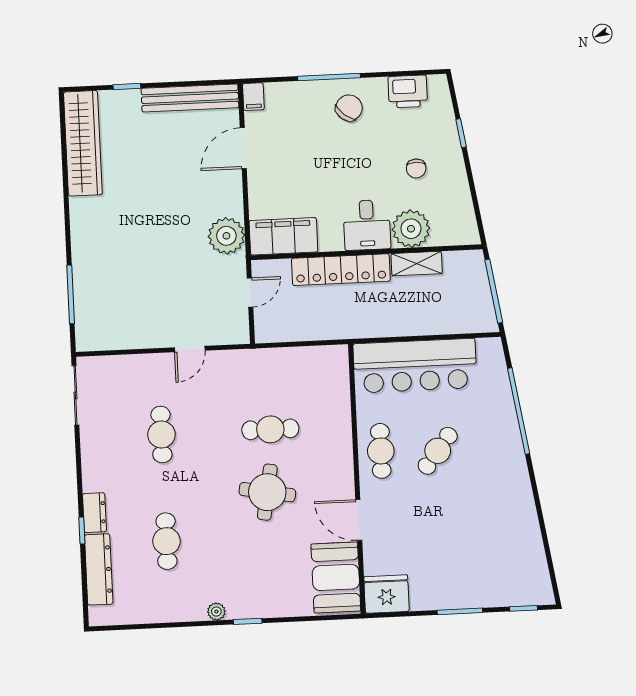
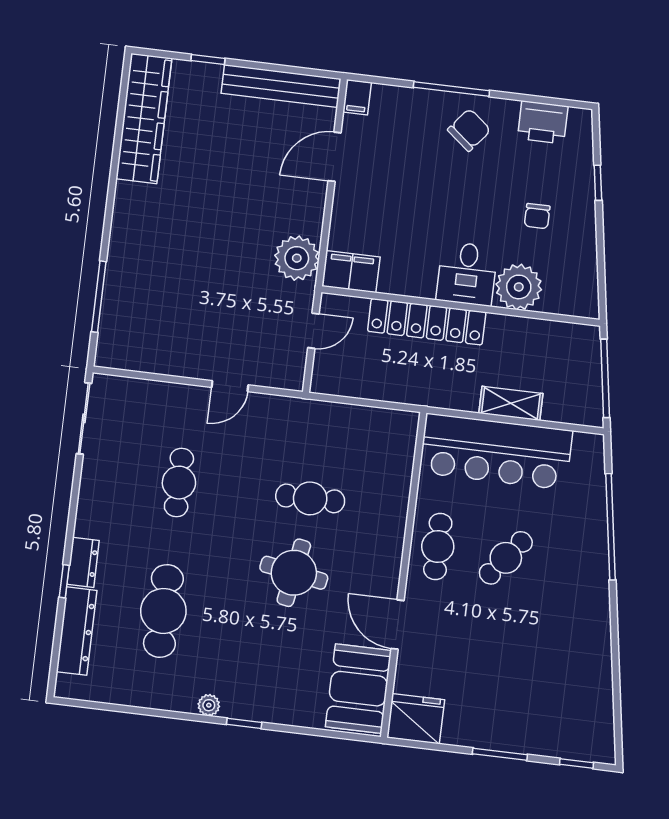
filing cabinet: (283, 236) -> (351, 272), width x0.67, depth x0.86
shelving: (417, 264) -> (511, 403), moved
cafe table: (166, 541) -> (163, 611), width x1.37, depth x1.35

